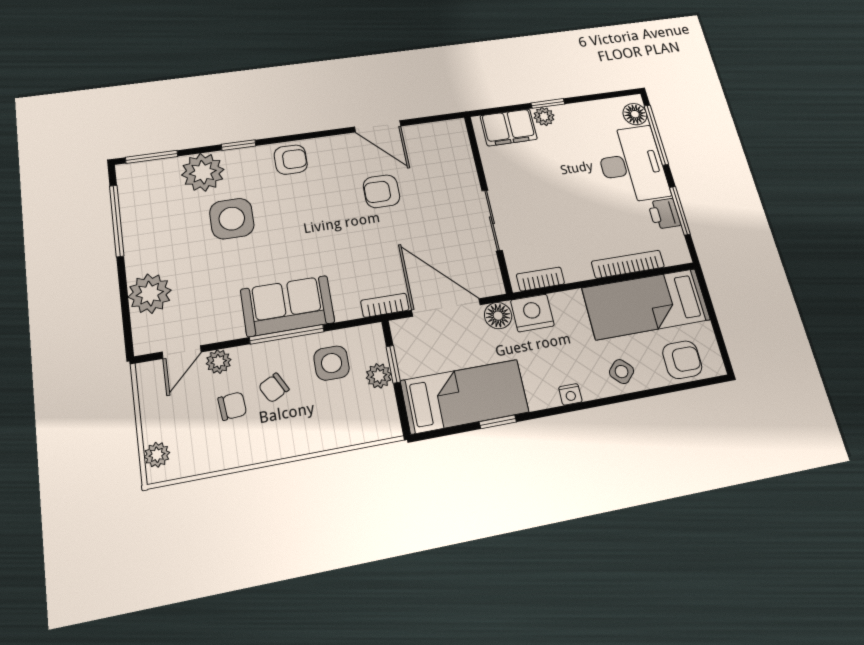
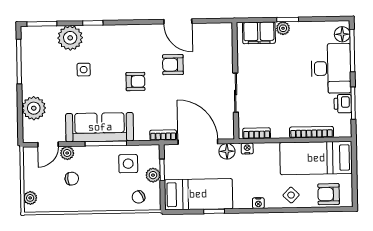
armchair: (291, 160) -> (135, 81), moved
side table: (232, 219) -> (84, 70), width x0.54, depth x0.54
sofa: (287, 306) -> (100, 127), width x1.36
nightstand: (532, 313) -> (247, 149), width x0.53, depth x0.56
armchair: (682, 360) -> (329, 194), turned 180
chair: (274, 388) -> (139, 197), moved

